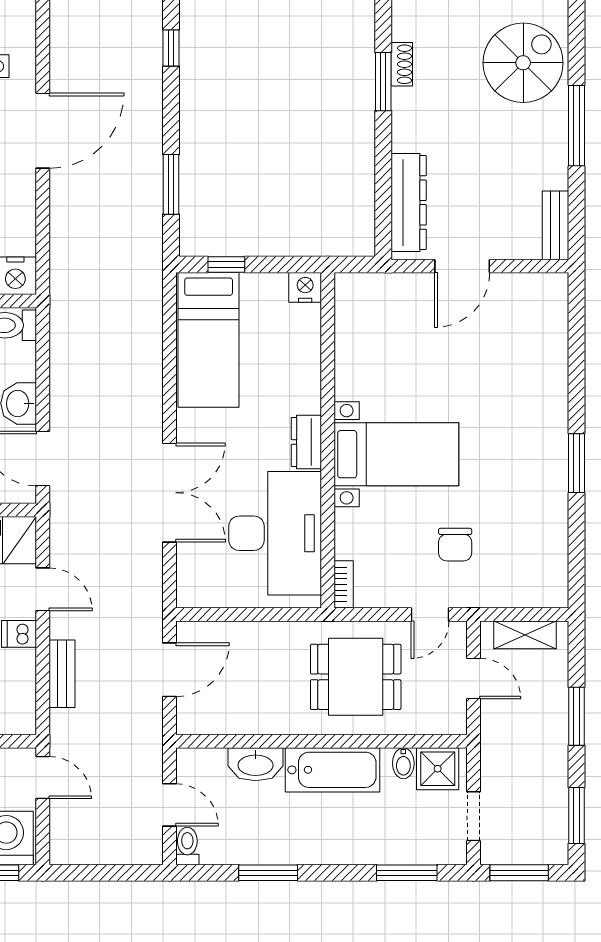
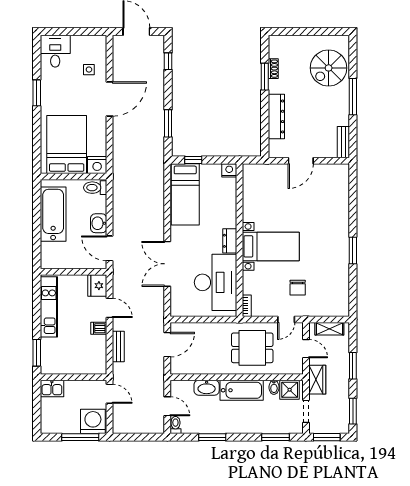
spiral stairs: (523, 63) -> (329, 68), turned 180
dresser: (409, 203) -> (276, 116), moved
double door: (169, 493) -> (167, 264), swing flipped
wardrobe: (498, 746) -> (317, 380), added

